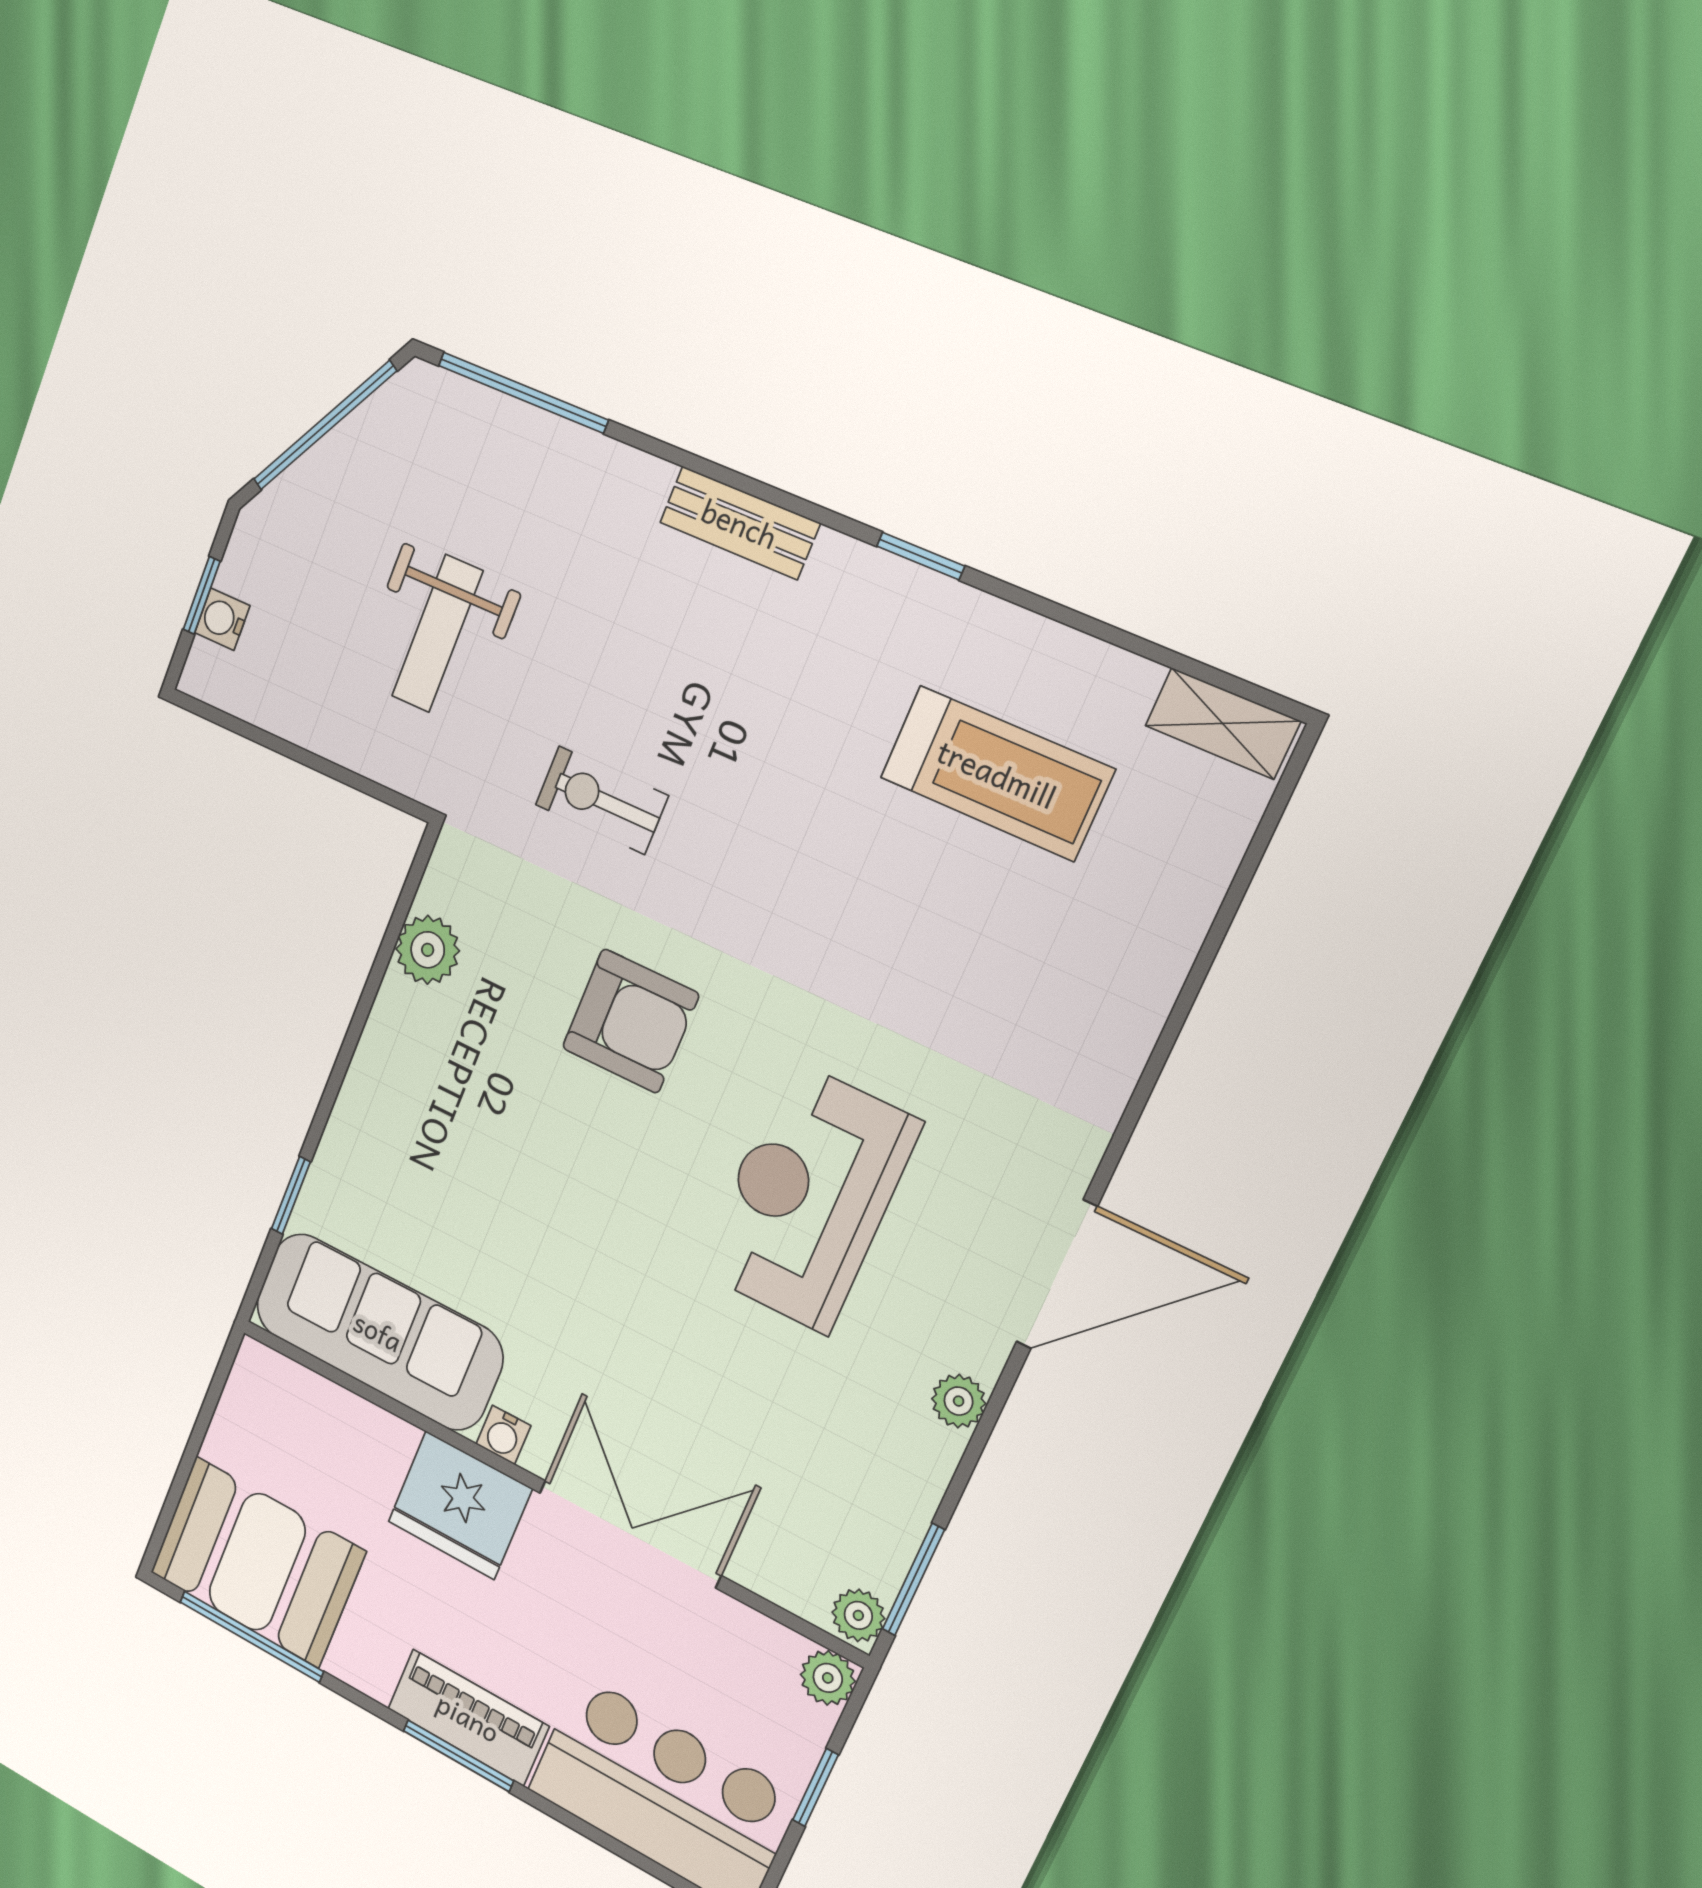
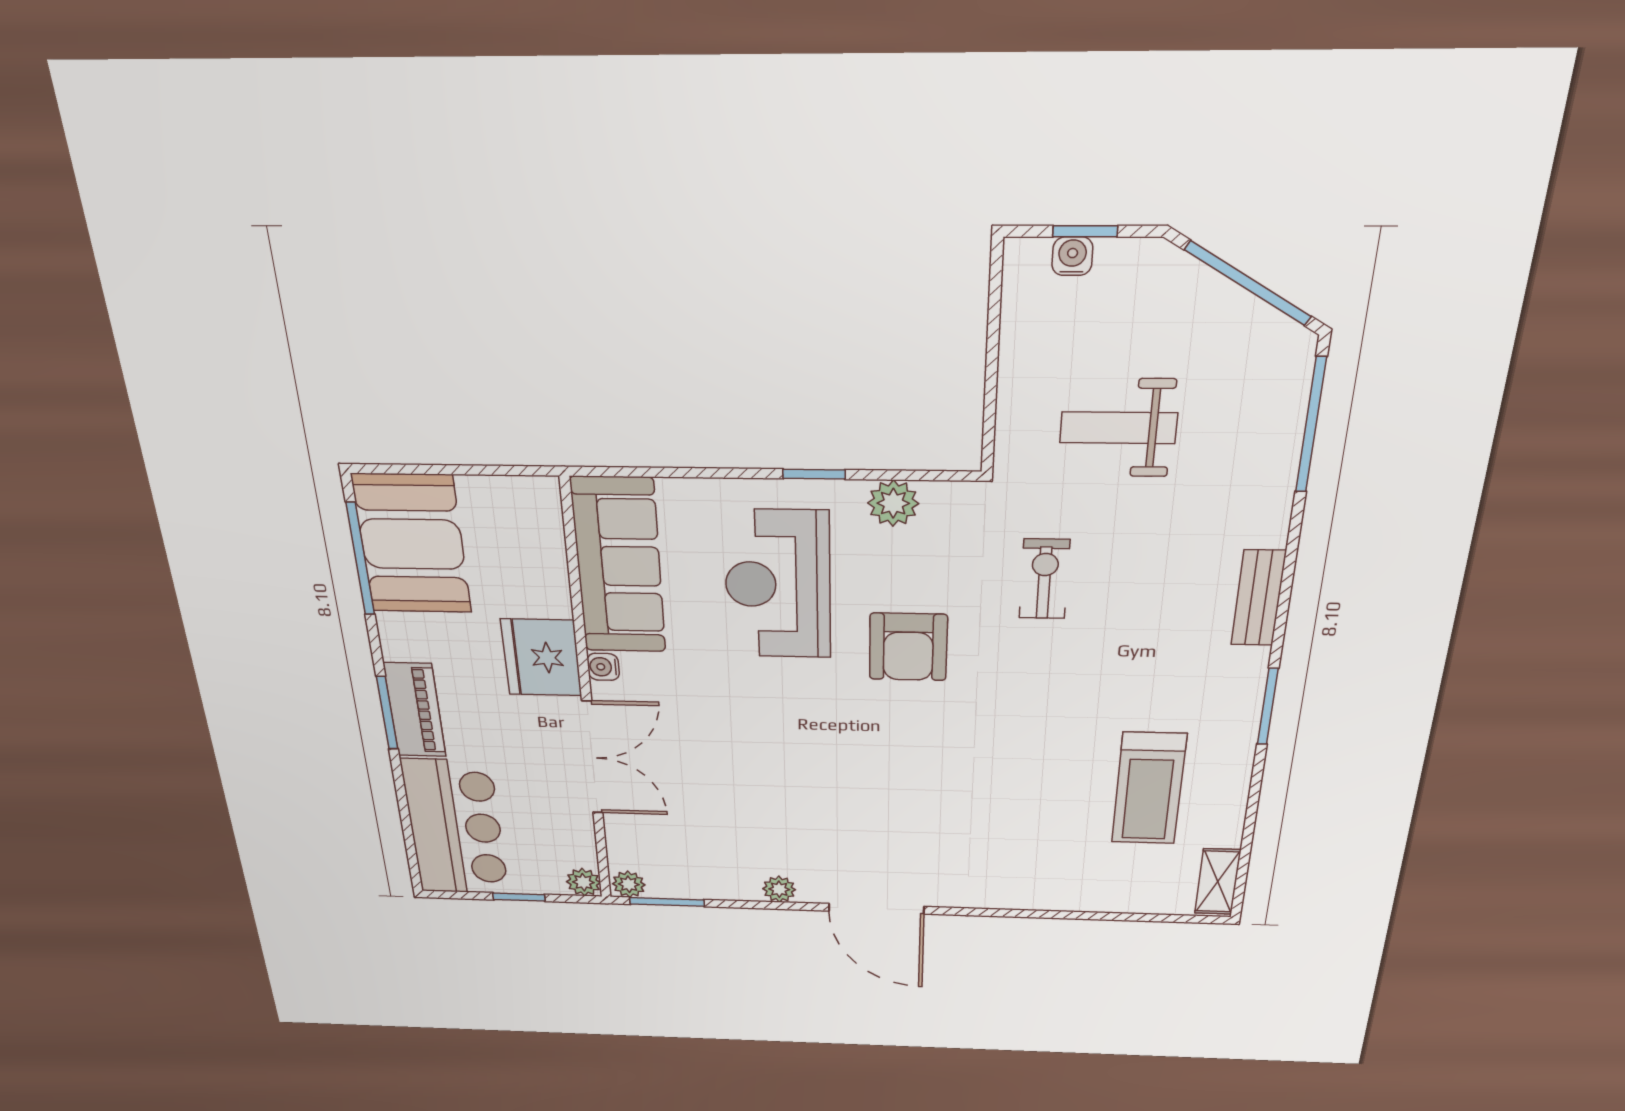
window: (921, 556) -> (1268, 707), width x1.50
window: (291, 1195) -> (814, 474), moved
reception desk: (808, 1197) -> (778, 585), moved, turned -90

